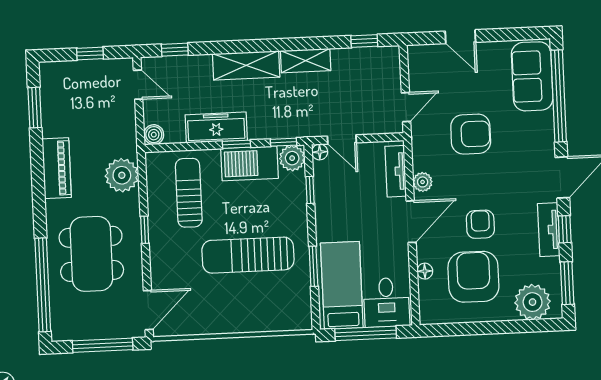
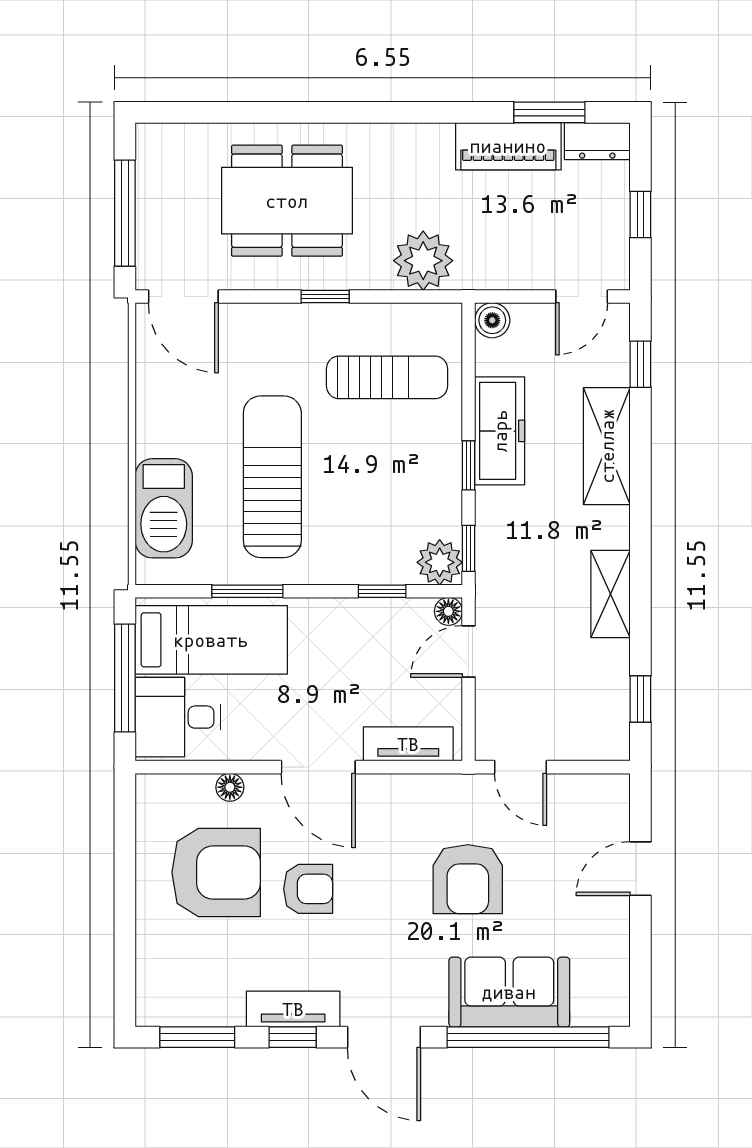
shelving: (246, 65) -> (607, 446), moved
sofa: (532, 76) -> (509, 992), moved
dresser: (50, 80) -> (597, 141), added
barbecue: (249, 163) -> (164, 508), moved, turned 180
piano: (57, 168) -> (508, 146), moved
plant: (423, 182) -> (387, 790), removed
window: (43, 285) -> (236, 112), removed
plant: (533, 302) -> (167, 975), removed

